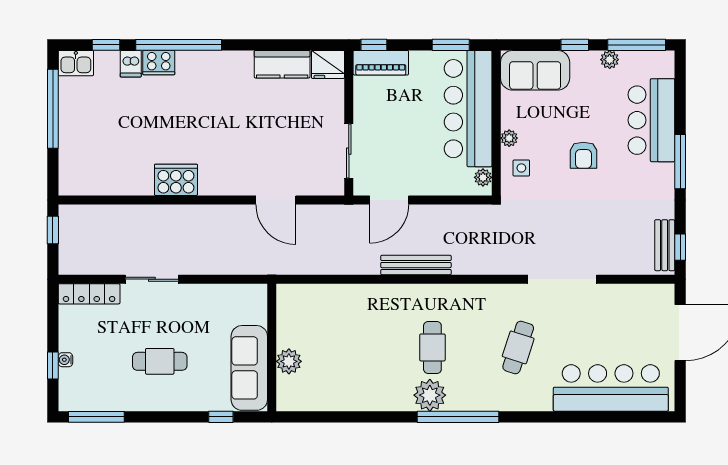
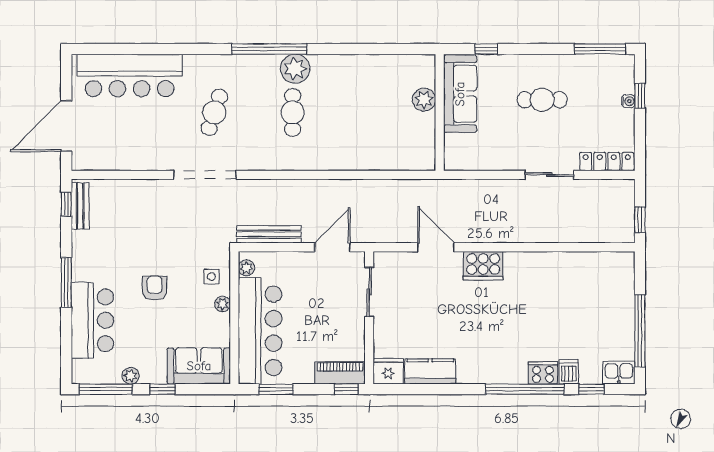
cooker: (176, 180) -> (483, 266), moved
bench: (416, 265) -> (269, 234), moved
doorway: (562, 279) -> (205, 175), moved

